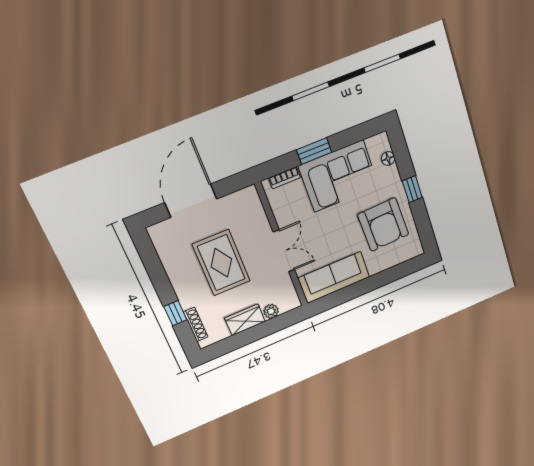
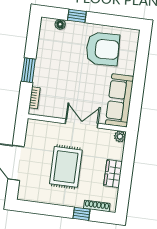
corner sofa: (339, 176) -> (53, 63), removed
window: (412, 189) -> (77, 16), moved
rug: (221, 263) -> (66, 167), turned 90
plant: (271, 311) -> (120, 136), moved

